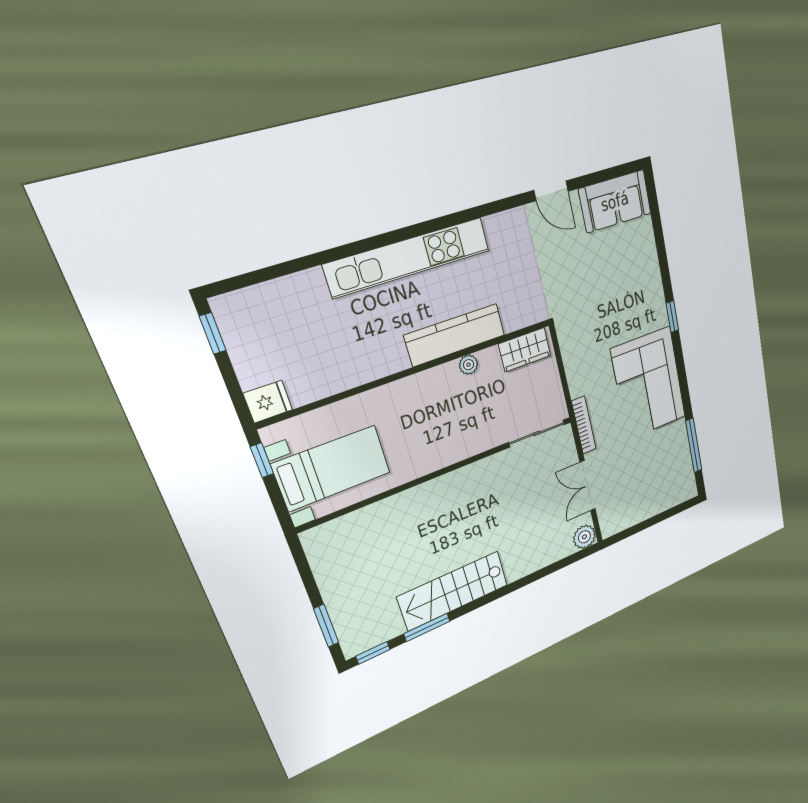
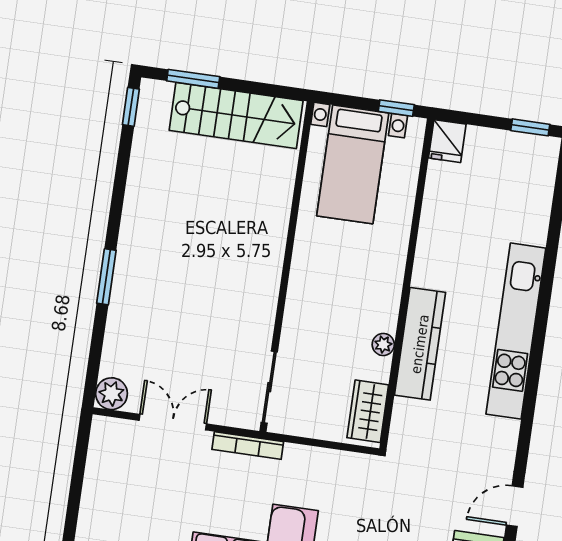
stairs: (453, 591) -> (236, 116), moved, turned 90
window: (427, 627) -> (106, 277), moved

